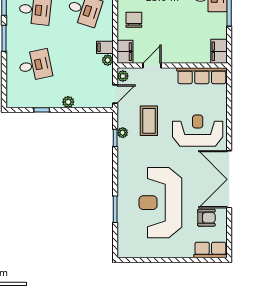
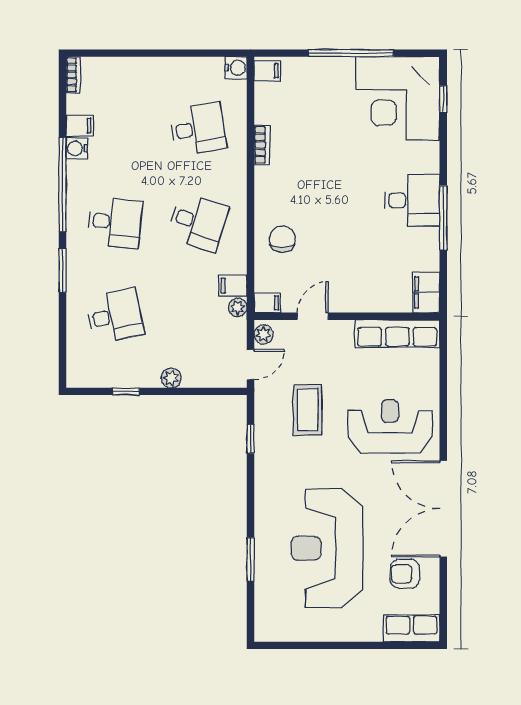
filing cabinet: (125, 52) -> (267, 303), width x0.50
plant: (123, 133) -> (263, 430), removed
armchair: (206, 218) -> (405, 574), turned 180

